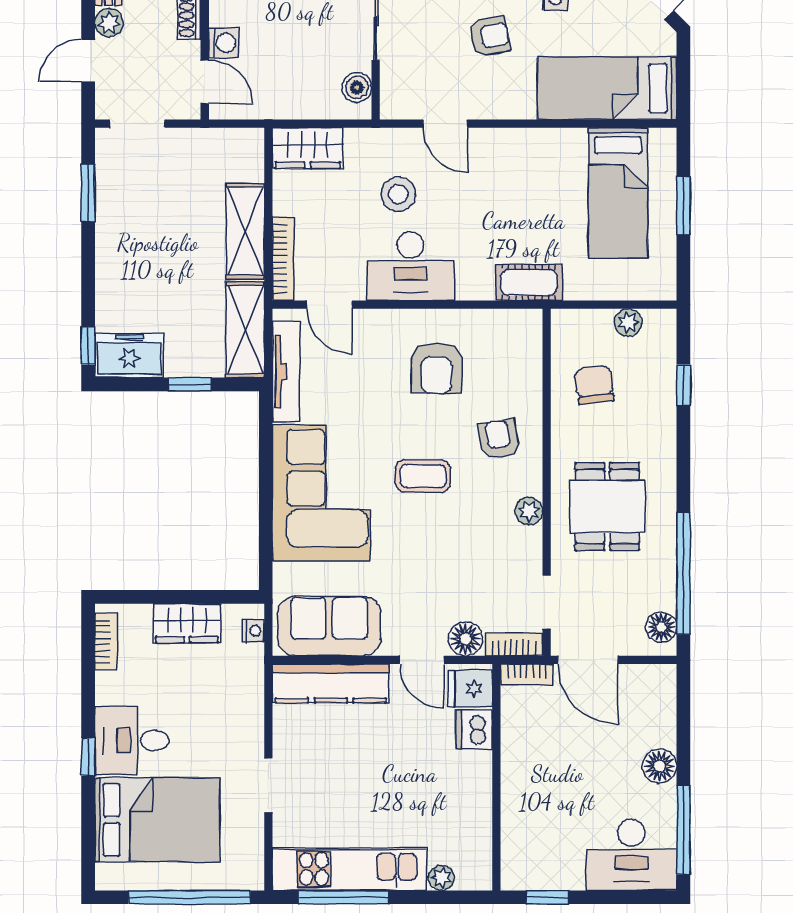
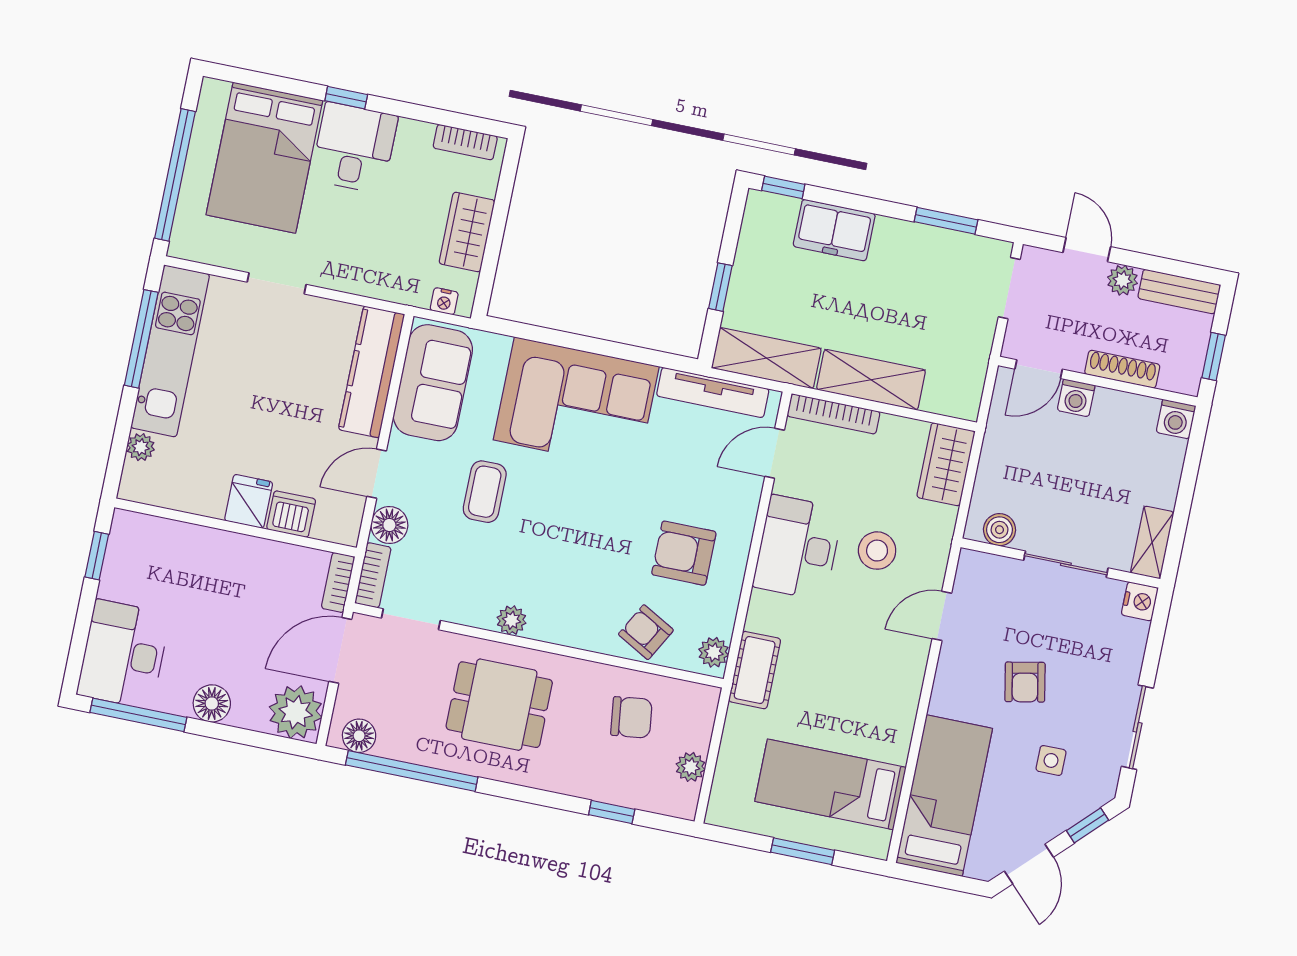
plant: (520, 323) -> (714, 652), added
freezer: (129, 355) -> (834, 230), moved, turned 90
armchair: (498, 439) -> (646, 632), moved, turned -142
coffee table: (423, 476) -> (485, 492), moved
fridge: (470, 689) -> (249, 501), moved
plant: (652, 689) -> (296, 712), added

